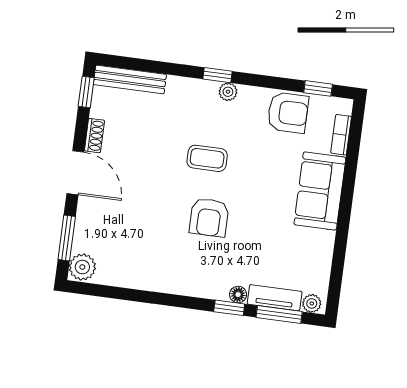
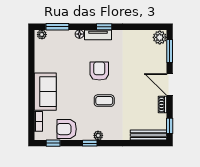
window: (218, 75) -> (90, 143), moved
tv unit: (275, 298) -> (98, 35), moved
window: (229, 308) -> (104, 27), moved

